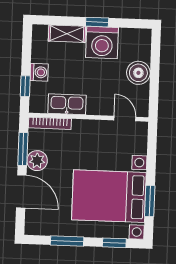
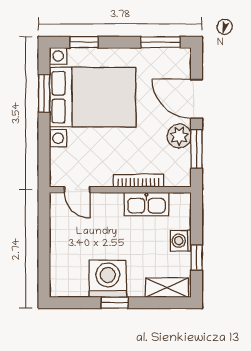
shelving: (67, 34) -> (167, 288), moved
boiler: (138, 73) -> (63, 245), removed
window: (25, 86) -> (197, 258), moved
bookcase: (50, 123) -> (138, 181), moved
window: (67, 241) -> (160, 42), moved

